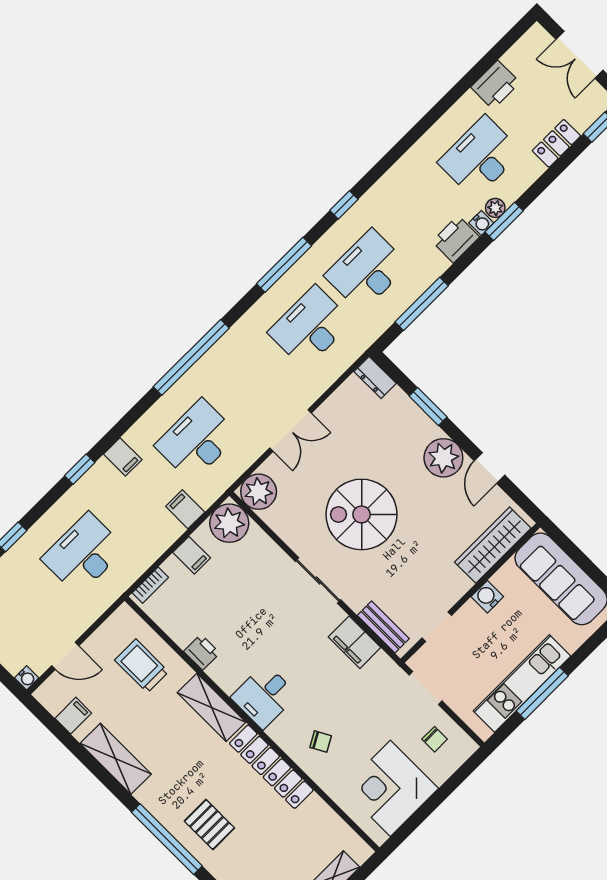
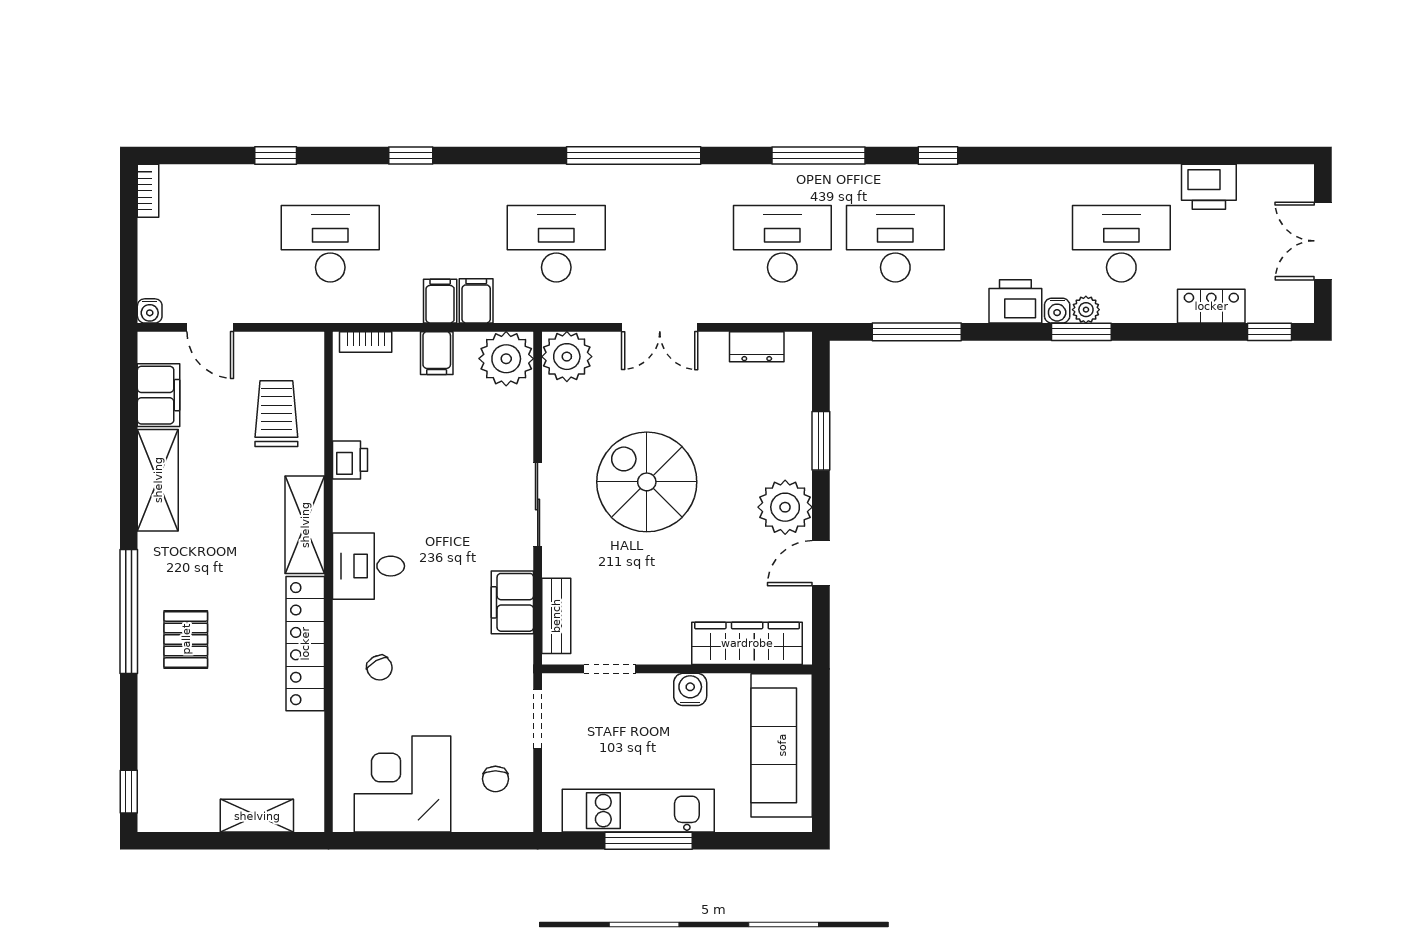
dresser: (375, 377) -> (757, 347), moved, turned -90
filing cabinet: (123, 457) -> (440, 301), moved, turned 180
filing cabinet: (73, 716) -> (158, 395), width x2.00

